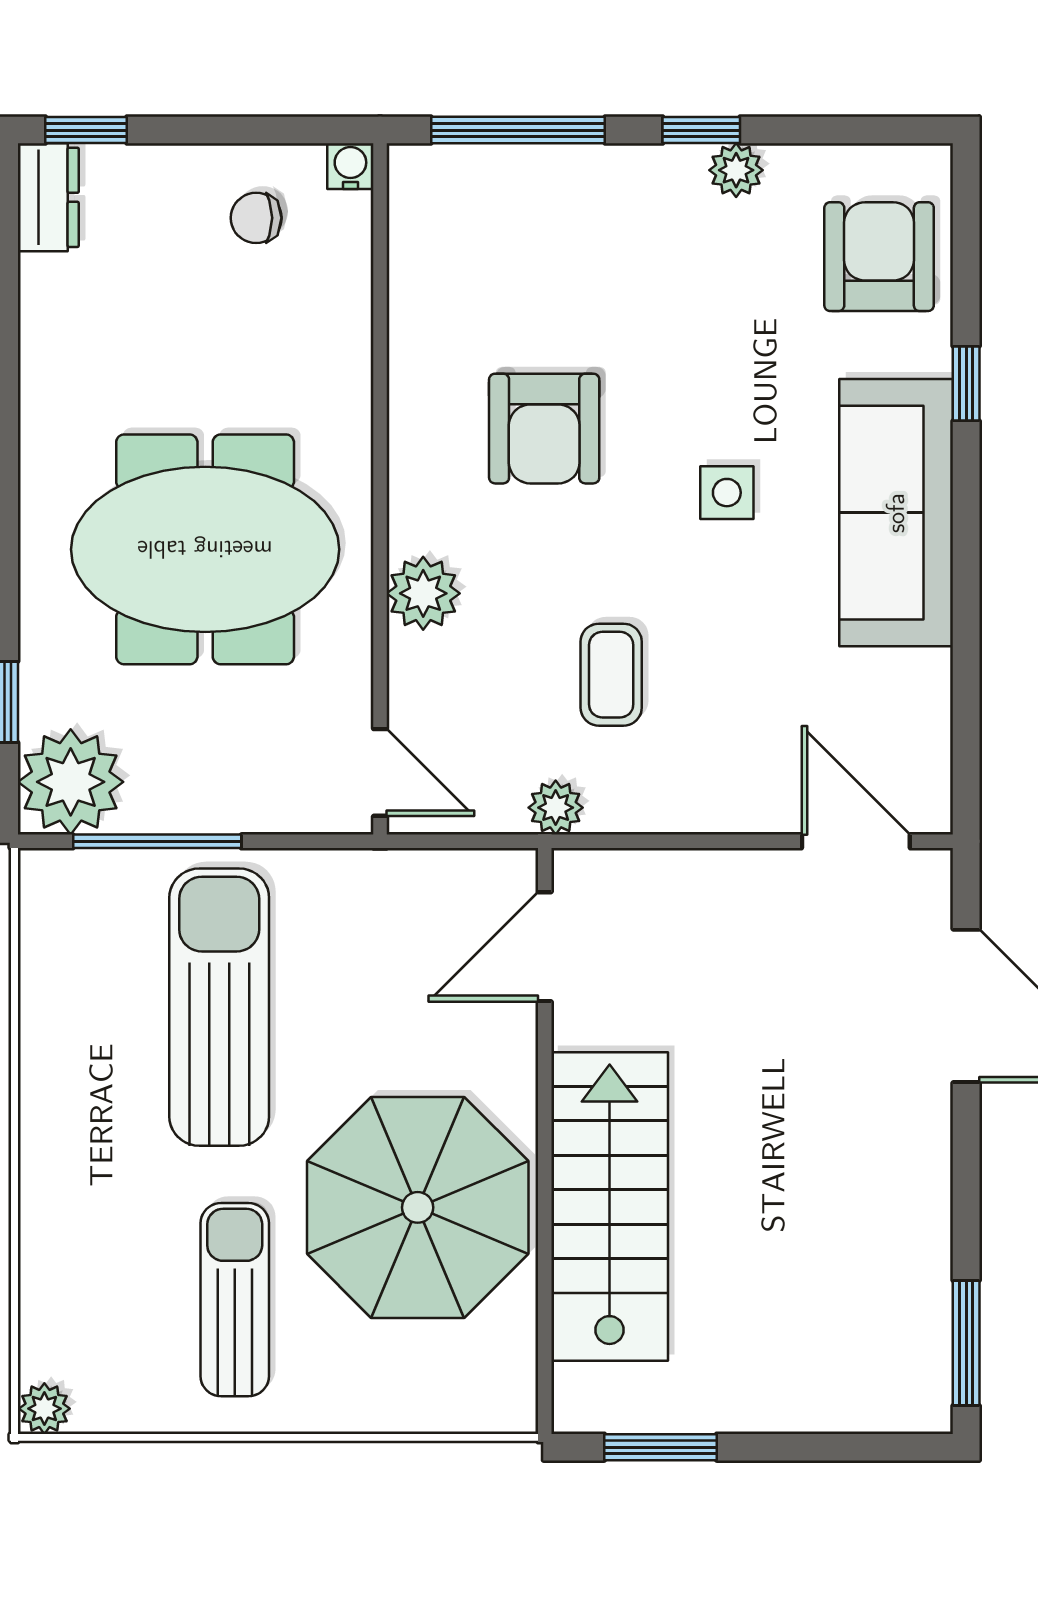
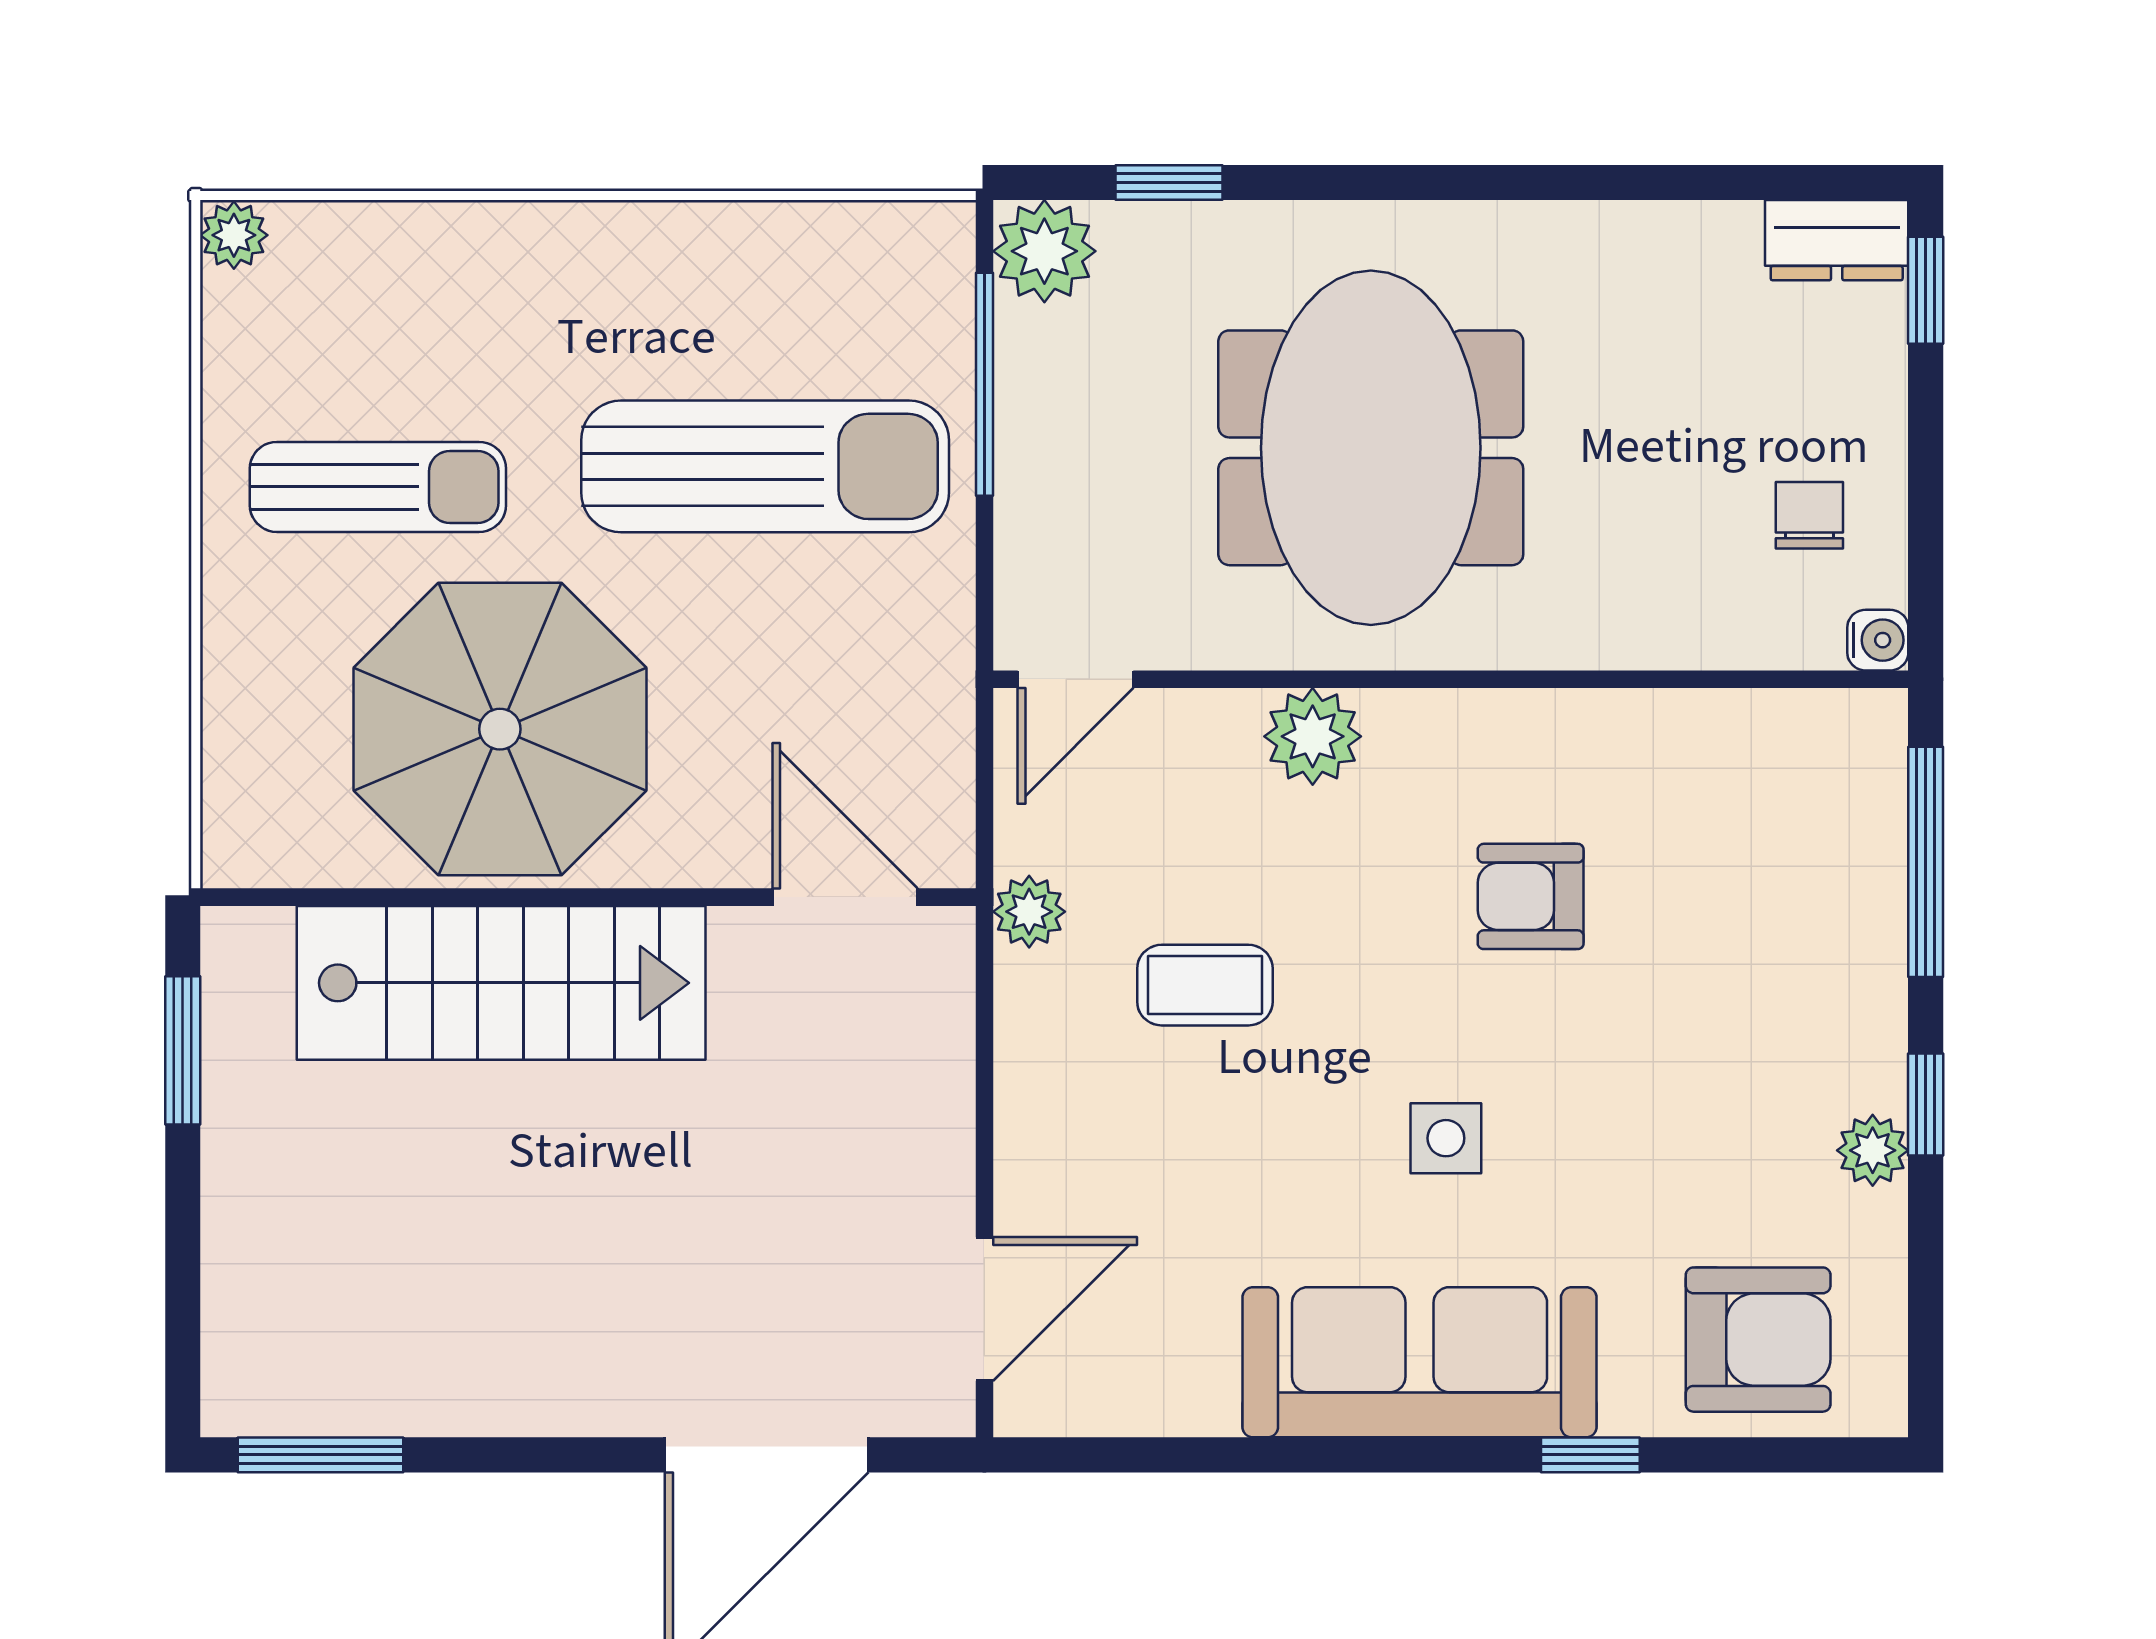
armchair: (544, 429) -> (1531, 896), width x0.72, depth x0.72
plant: (71, 782) -> (1044, 251), width x0.73, depth x0.73

